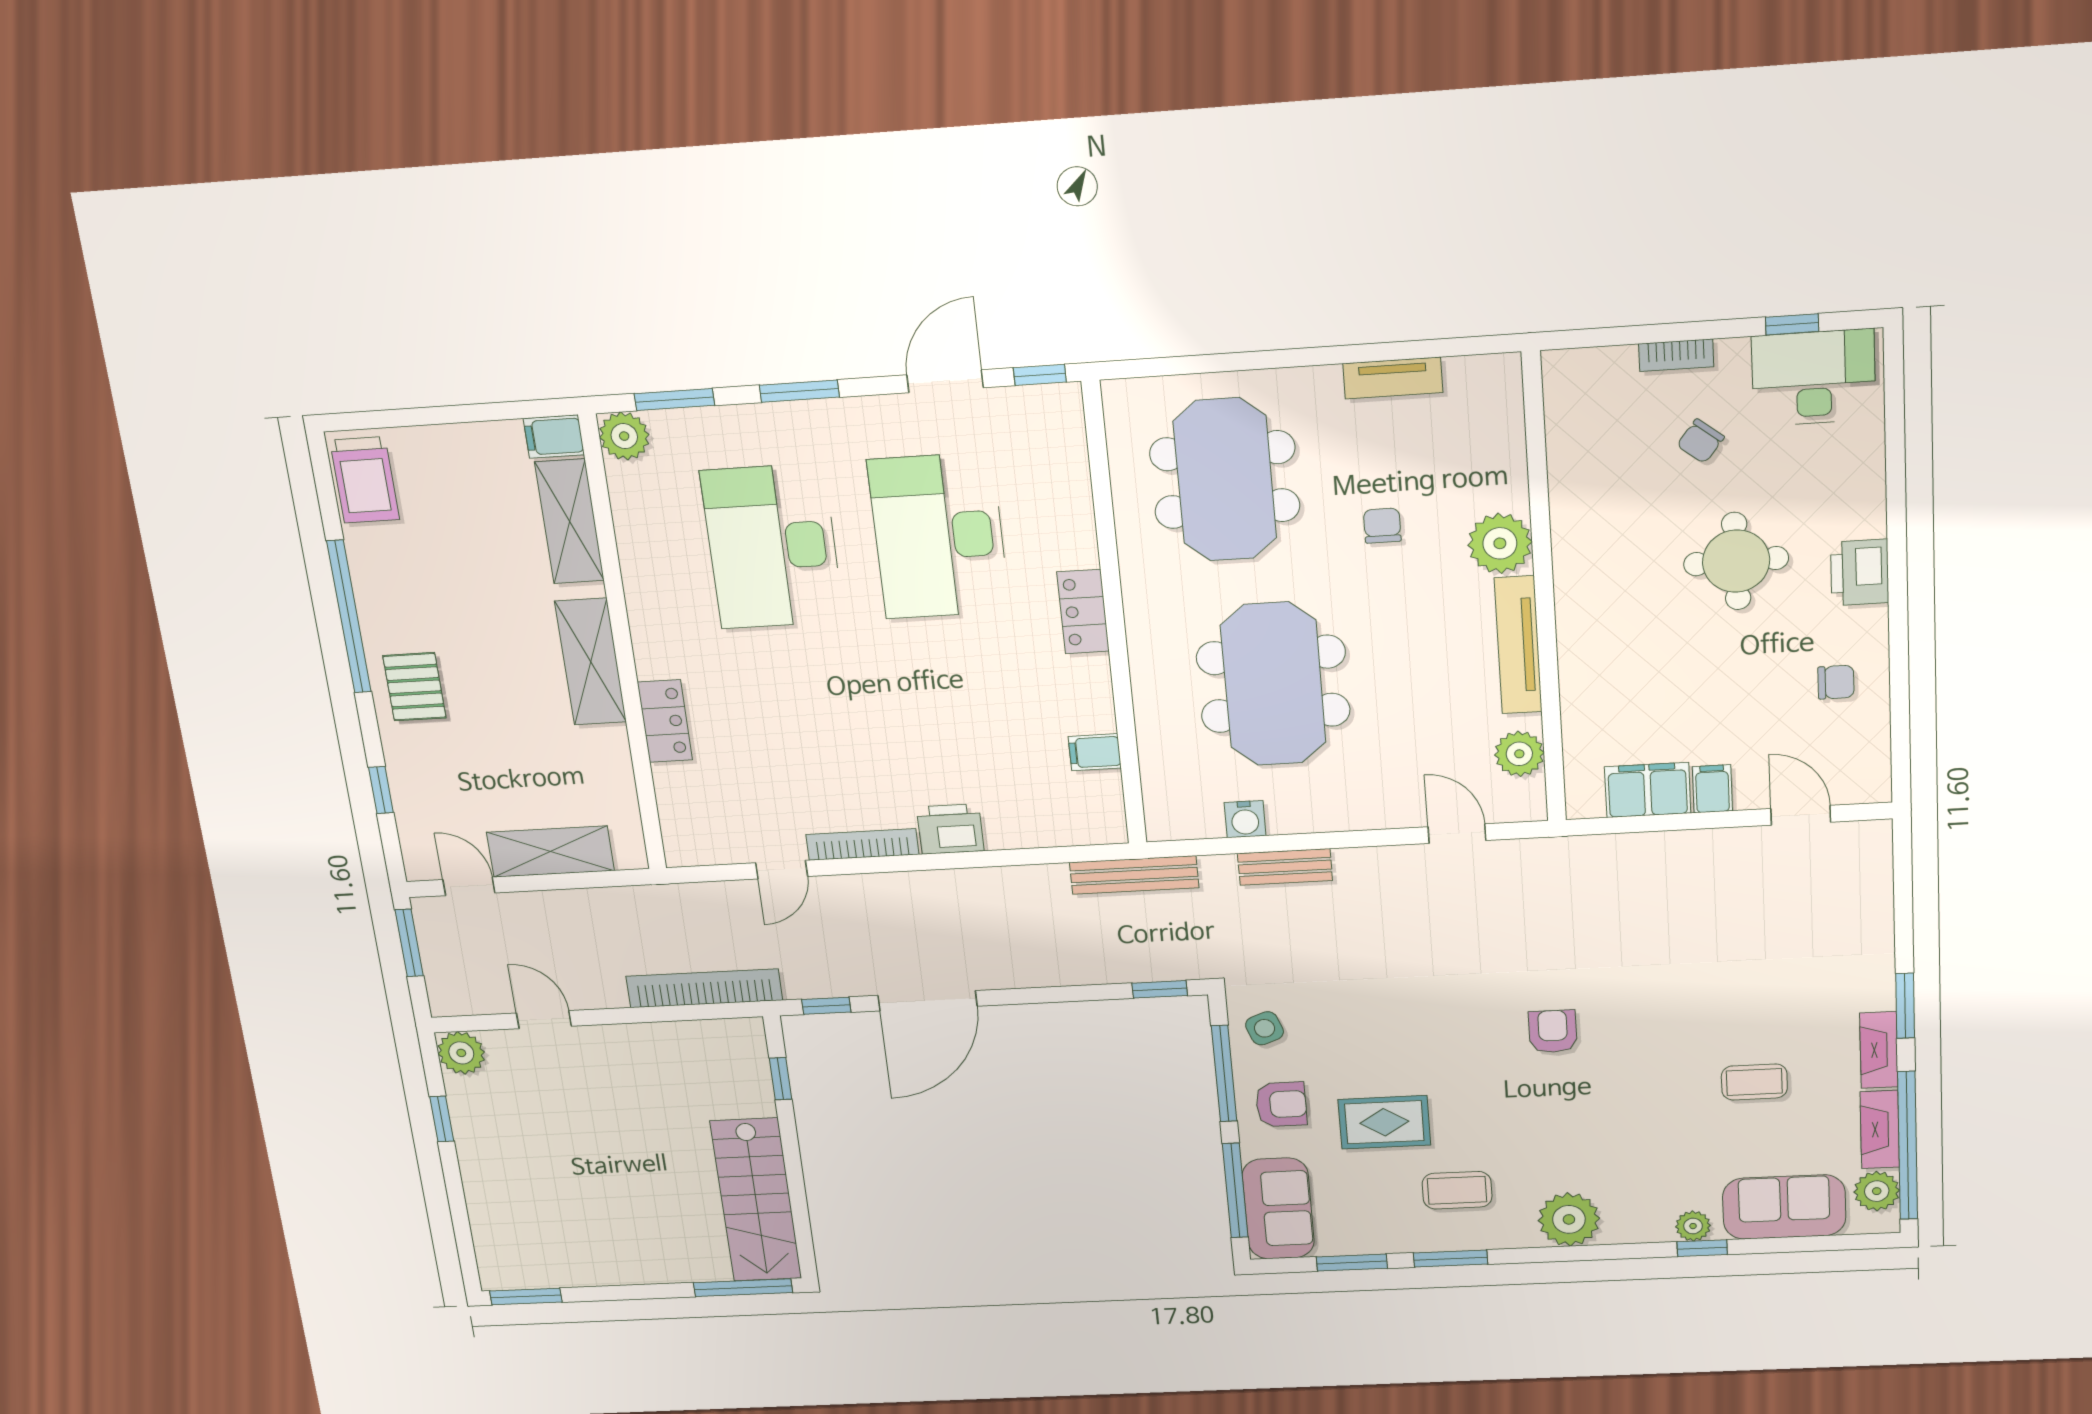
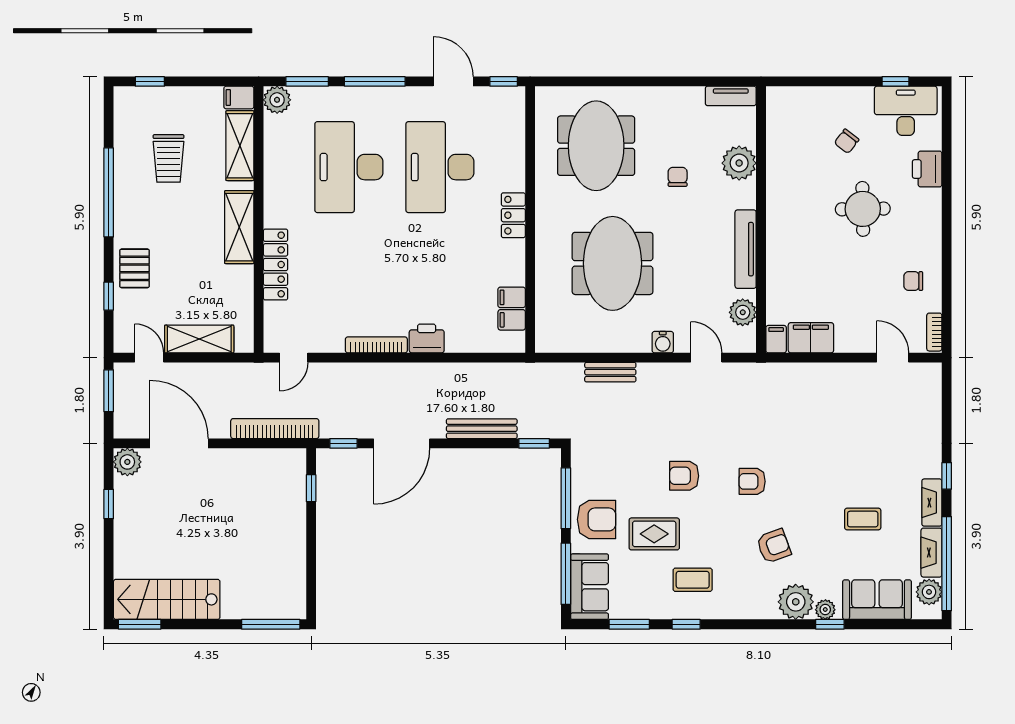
bookcase: (1676, 355) -> (934, 332), moved, turned 90
tv unit: (1393, 378) -> (731, 96), moved
door: (945, 381) -> (453, 81), hinge flipped
window: (799, 391) -> (375, 81), width x1.44
window: (388, 419) -> (150, 81), added
trolley: (365, 480) -> (168, 158), moved
plant: (1500, 543) -> (739, 163), moved
printer: (1860, 572) -> (927, 169), moved
chair: (1836, 682) -> (913, 281), turned 180
pallet: (414, 687) -> (135, 268), moved
locker: (665, 721) -> (276, 265), width x1.53
filing cabinet: (1712, 789) -> (776, 339), moved
filing cabinet: (1099, 790) -> (512, 320), added
water cooler: (1245, 819) -> (663, 342), moved
door: (782, 870) -> (294, 358), moved
bench: (1134, 875) -> (482, 429), moved
window: (1905, 1006) -> (947, 476), width x0.67
door: (544, 1020) -> (179, 443), width x1.87
side table: (1265, 1028) -> (591, 471), removed
armchair: (1431, 1028) -> (684, 476), added
armchair: (1553, 1031) -> (752, 481), turned -90
armchair: (1281, 1104) -> (597, 519), width x1.38, depth x1.38
armchair: (1597, 1132) -> (774, 546), added
stairs: (756, 1200) -> (167, 599), moved, turned 90
plant: (1569, 1219) -> (796, 602), moved
window: (1451, 1259) -> (686, 624), width x0.67

